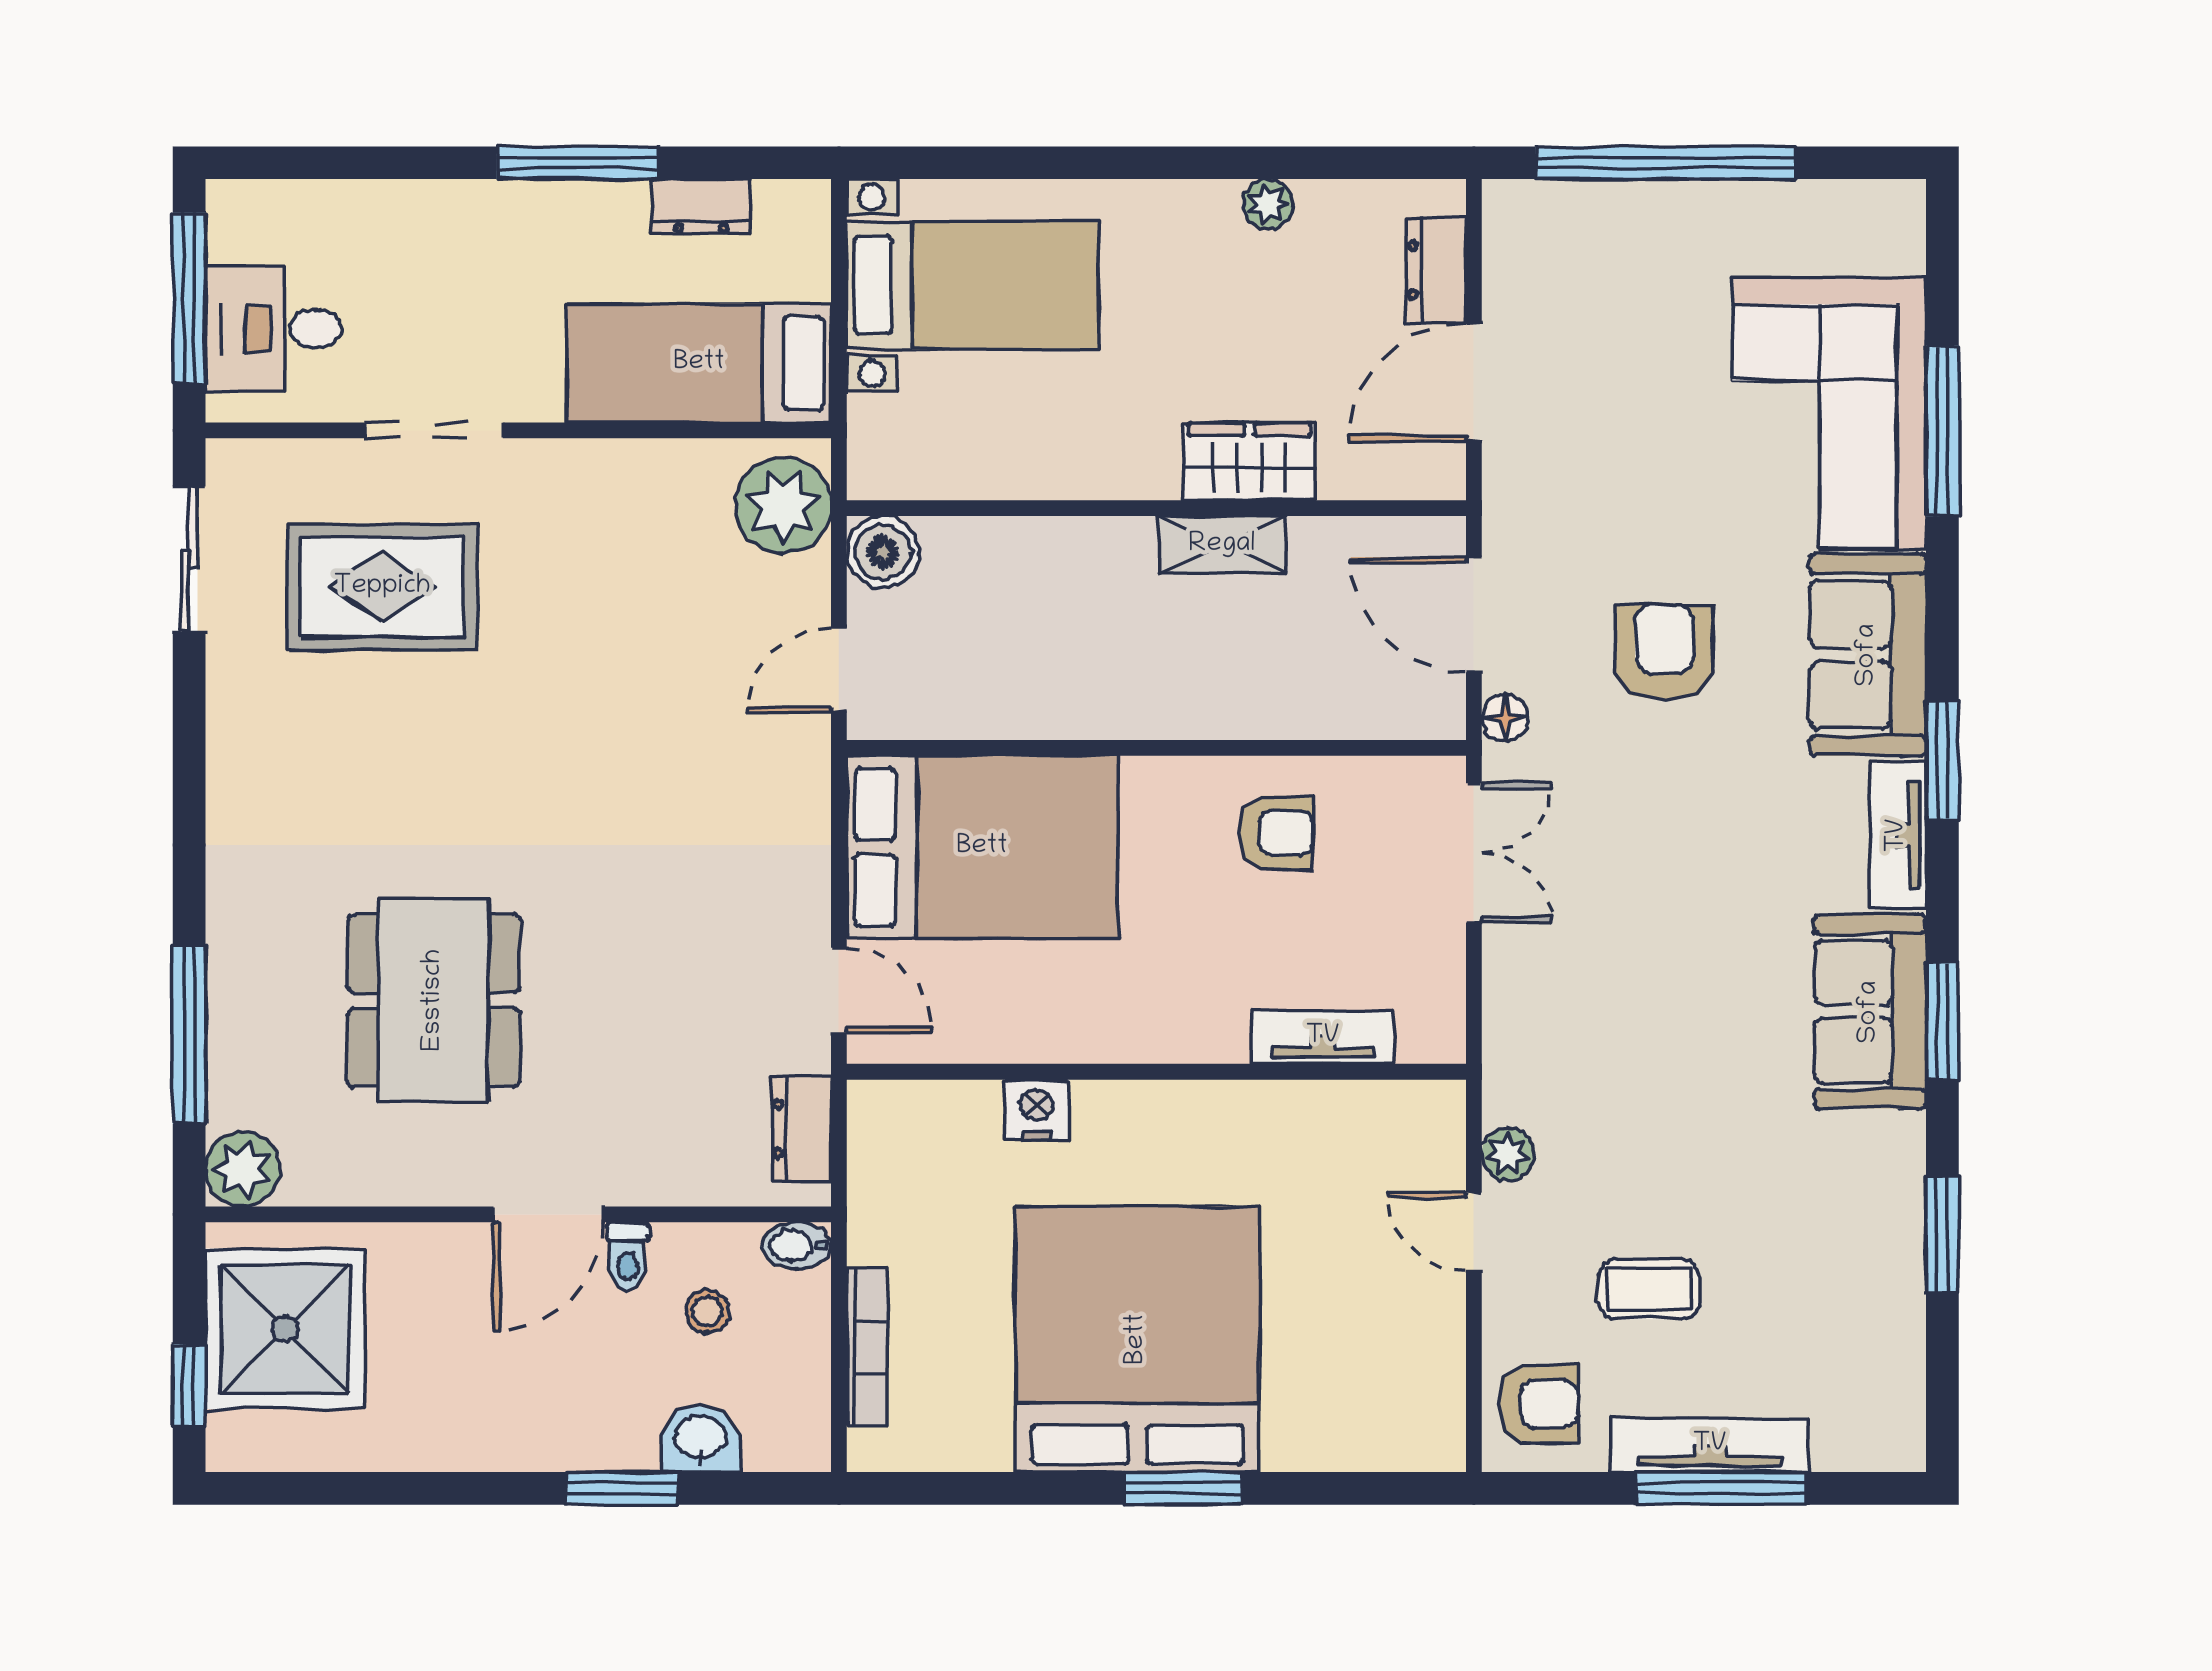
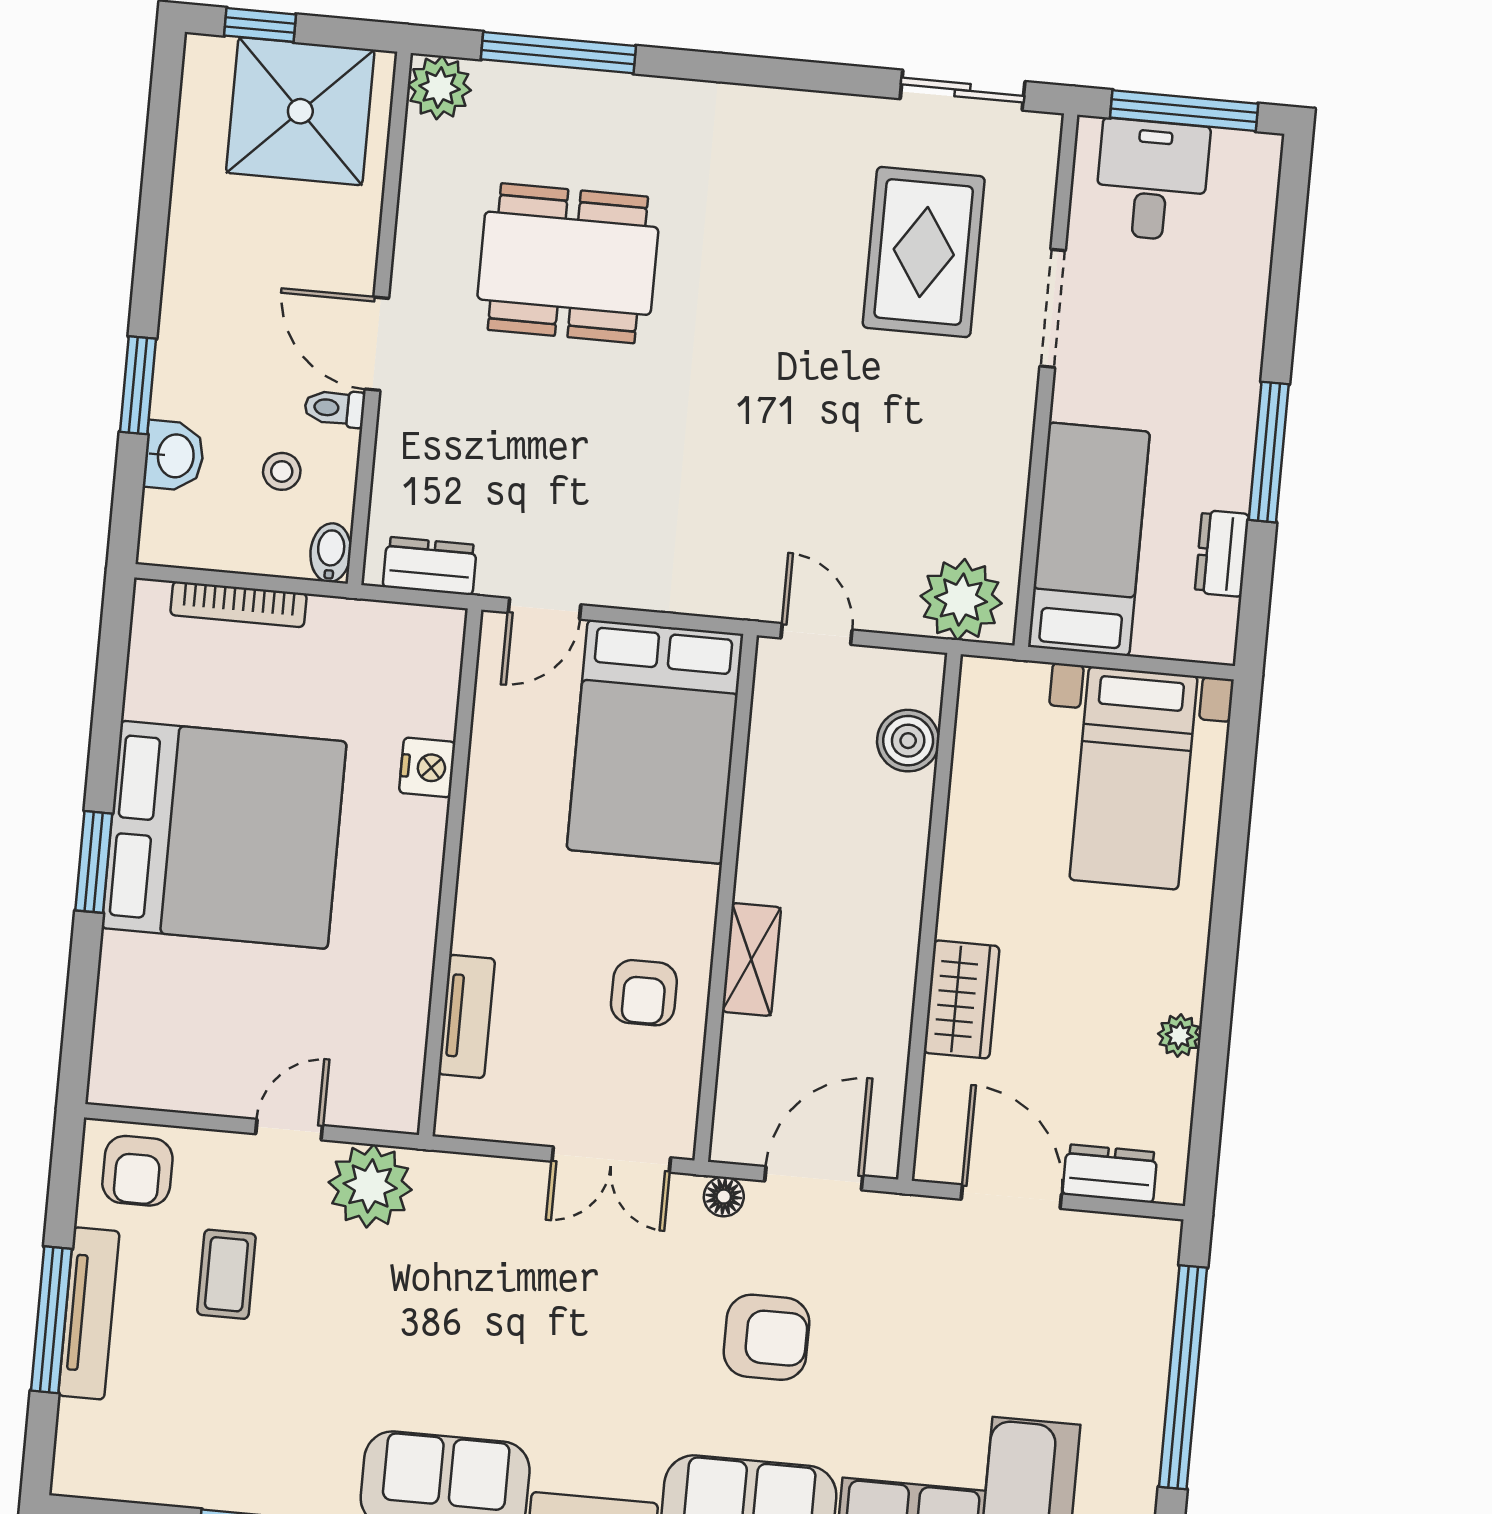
shelving: (1222, 545) -> (751, 959), moved
boiler: (883, 552) -> (908, 741), moved
plant: (1508, 1154) -> (370, 1186), width x1.87, depth x1.87

